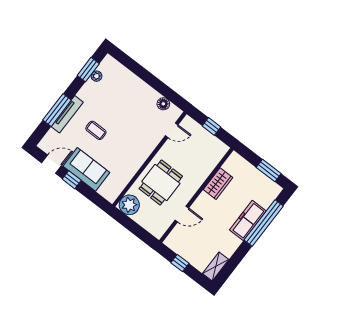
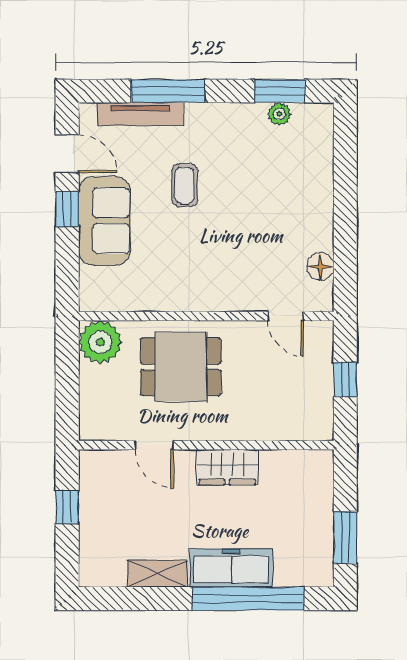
tv unit: (67, 114) -> (140, 114), moved
wardrobe: (218, 184) -> (227, 467), moved
shelving: (216, 266) -> (157, 574), moved

